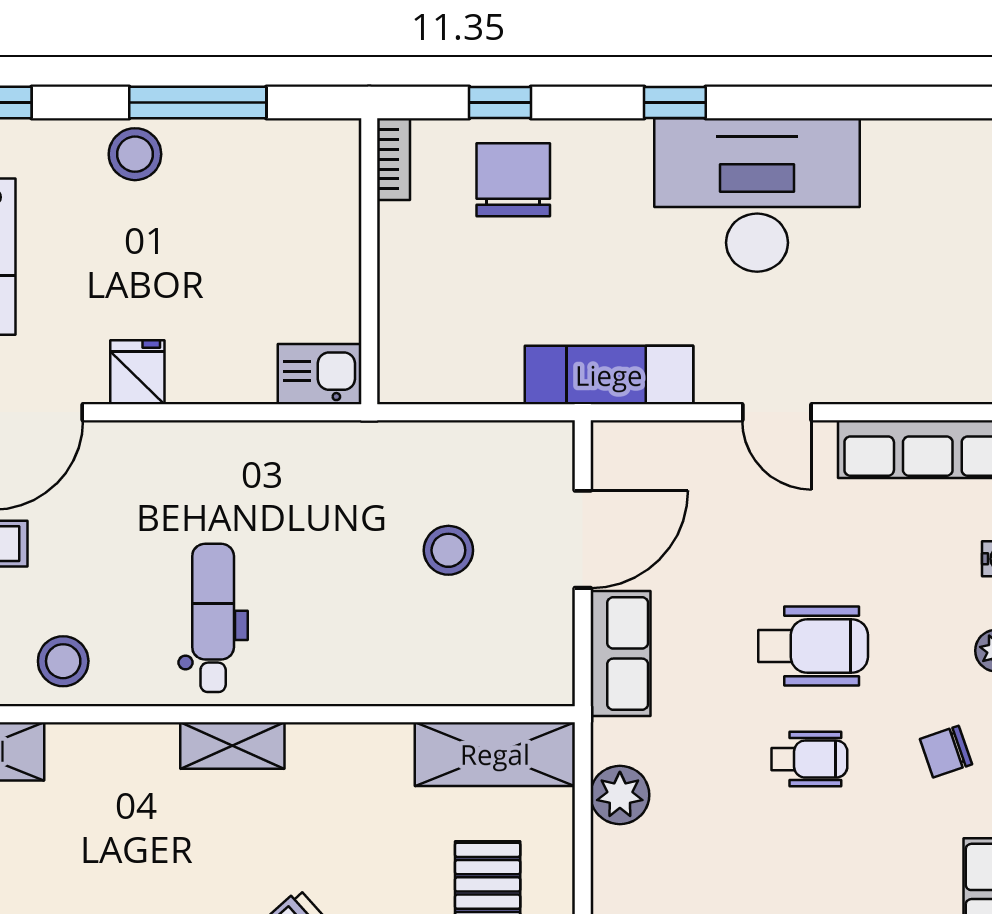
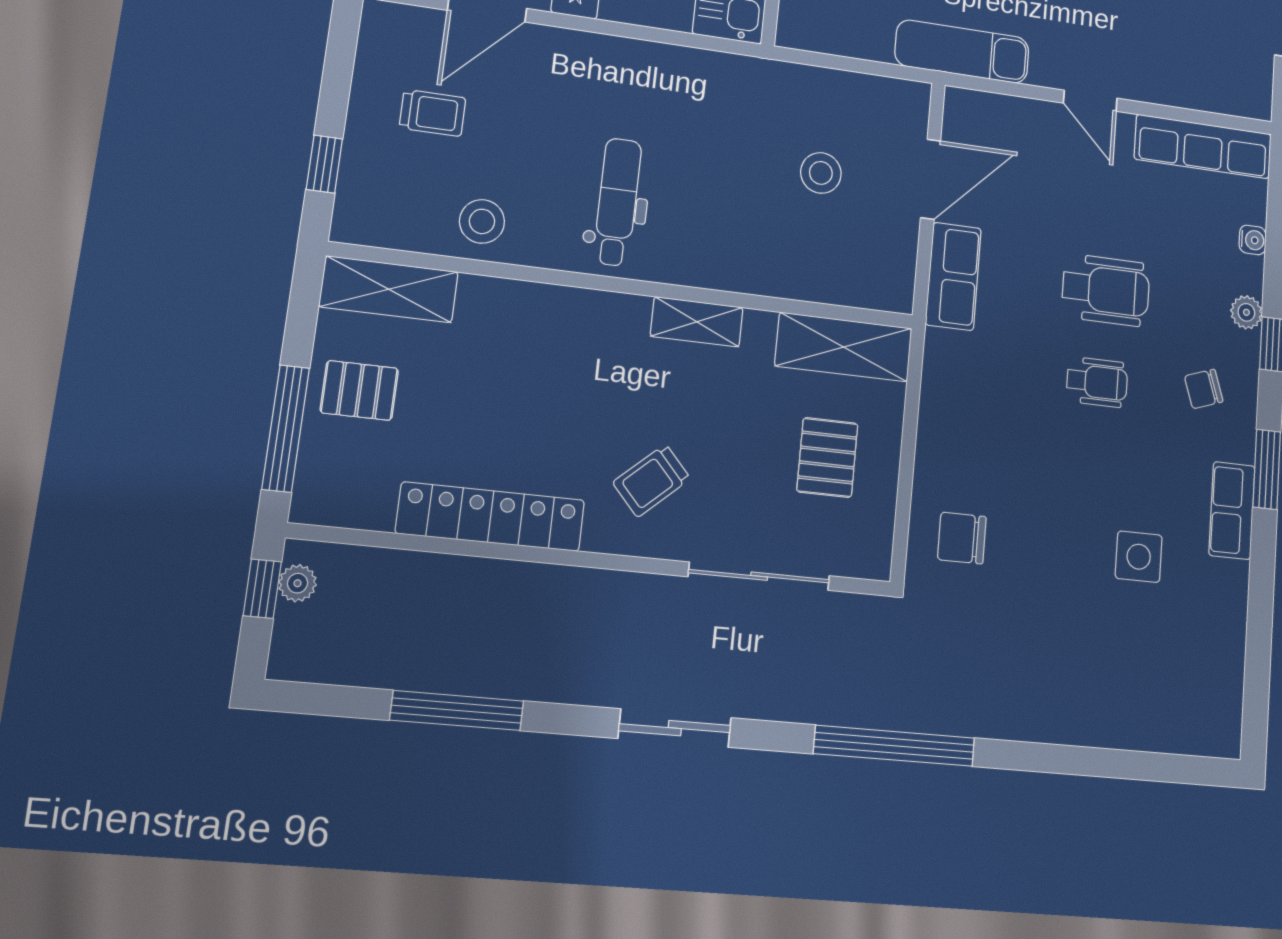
shelving: (232, 746) -> (697, 322), moved
plant: (620, 795) -> (943, 394), removed

